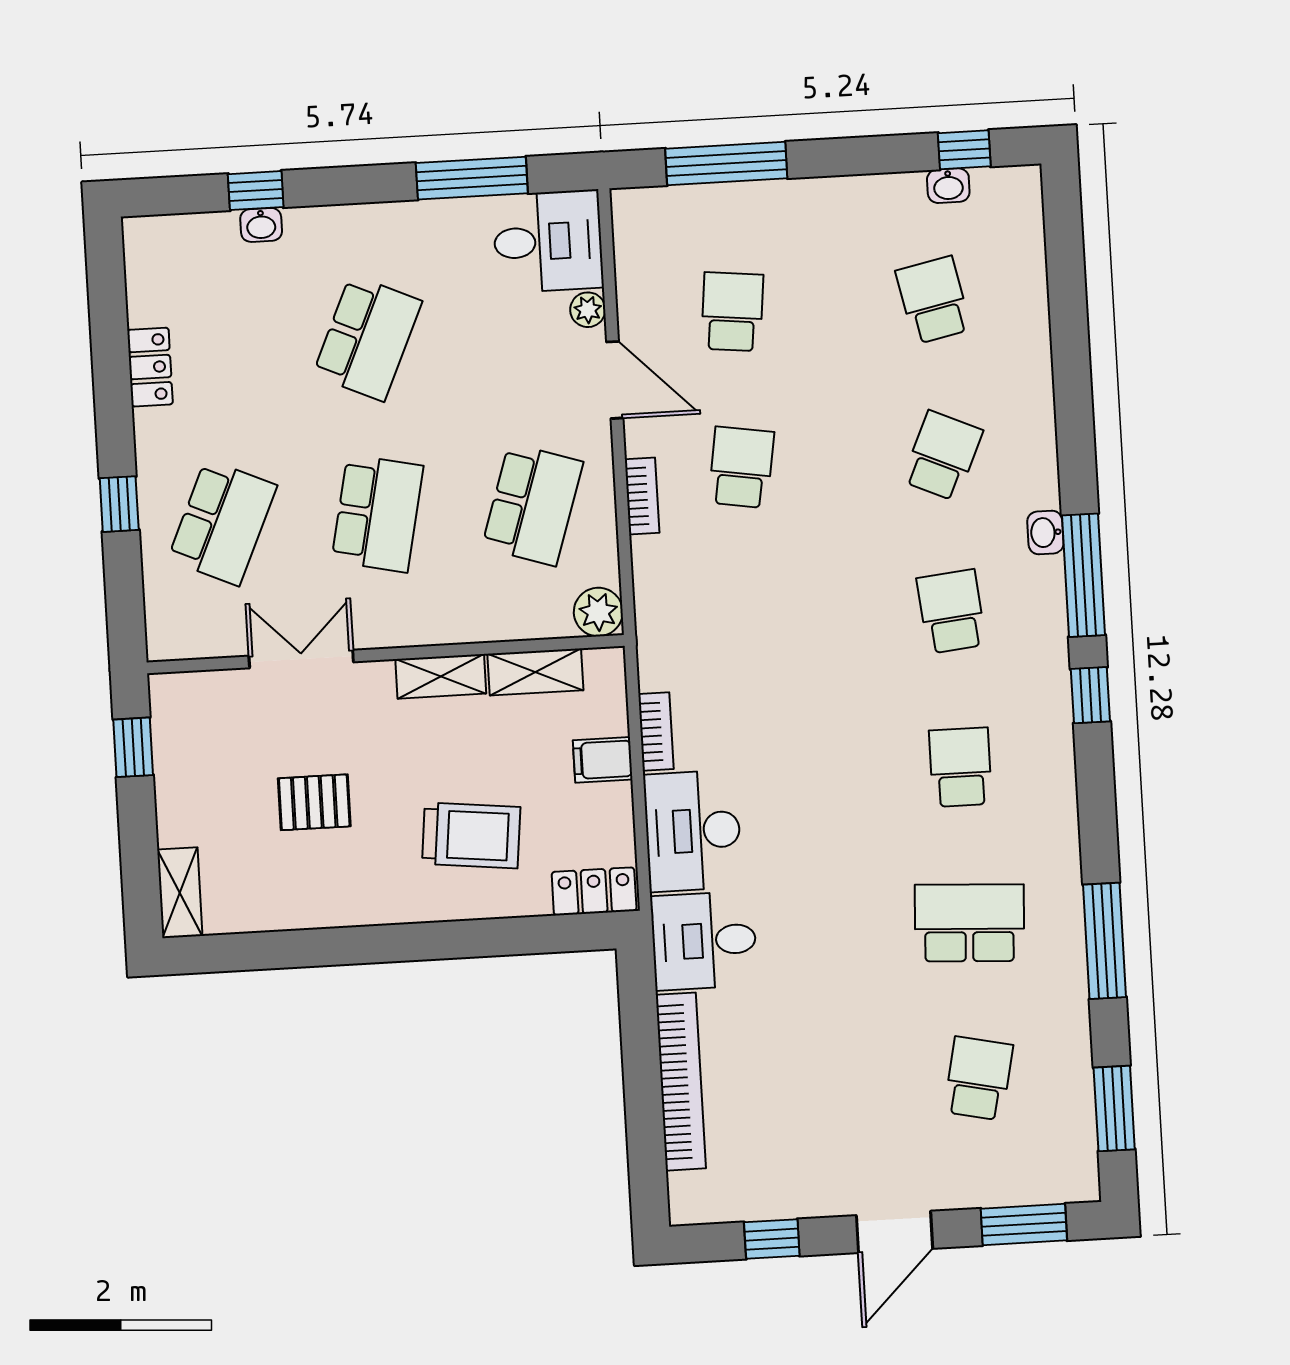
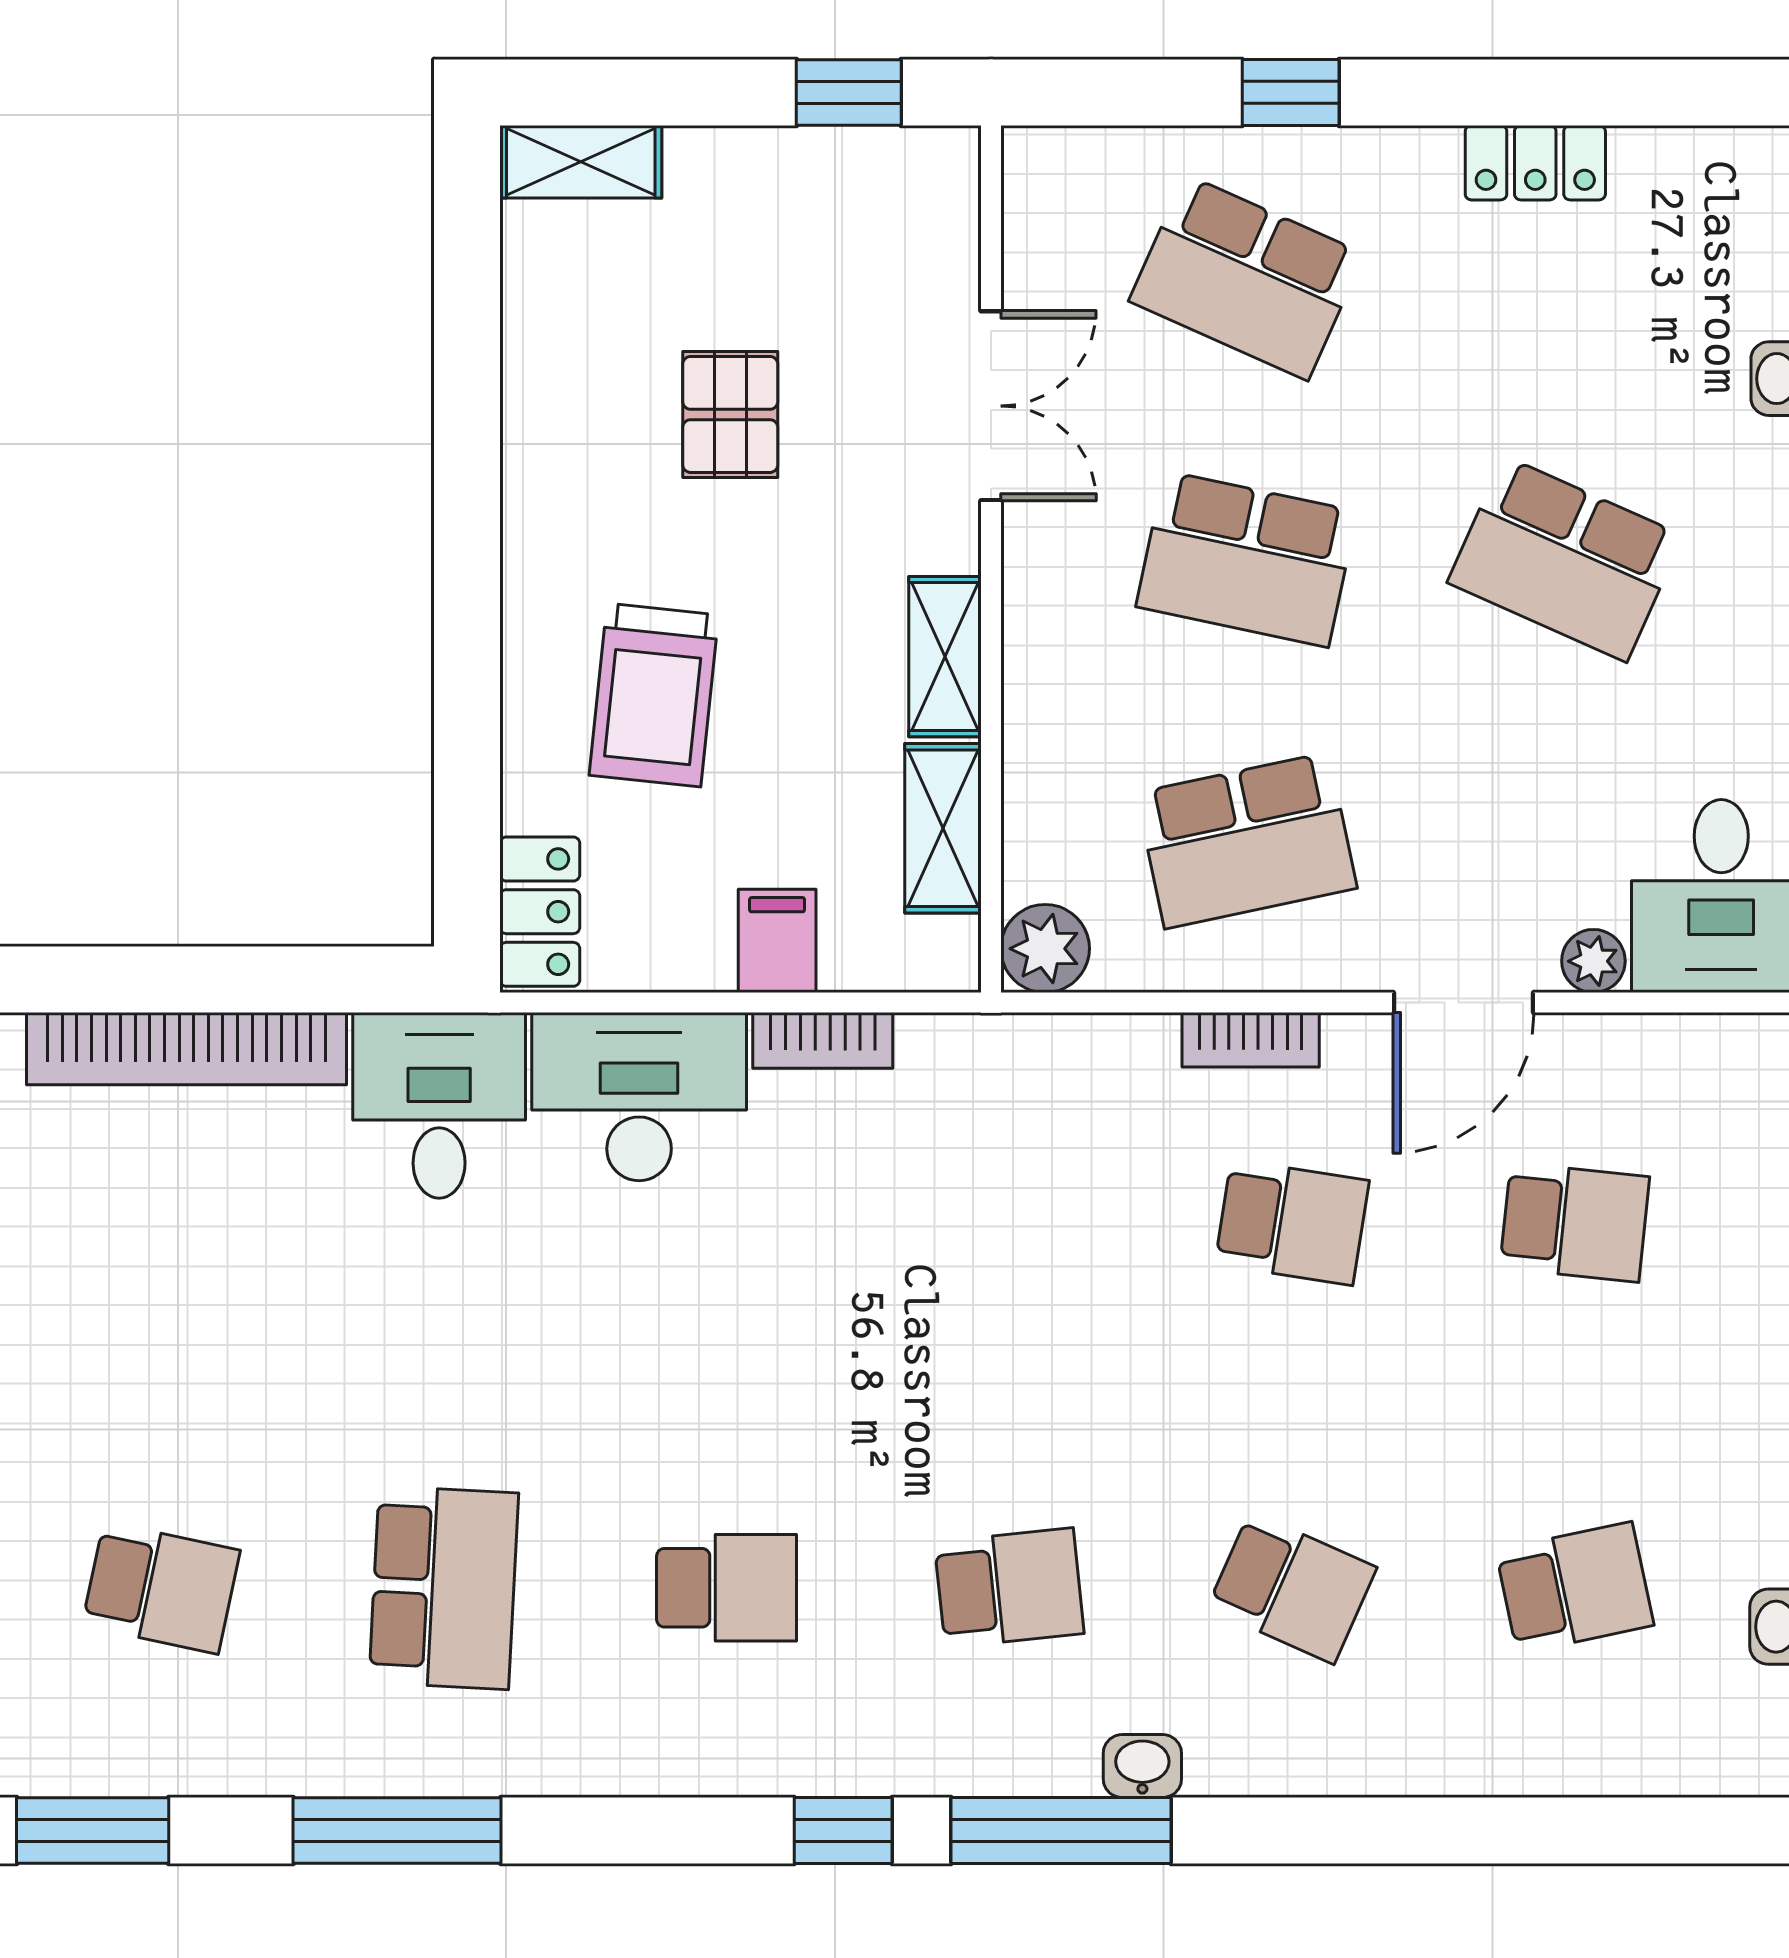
school desk: (532, 505) -> (1247, 841), turned -30

